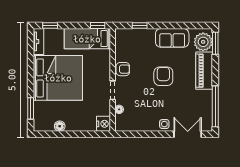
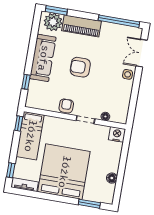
sofa: (172, 38) -> (43, 58), width x1.36

